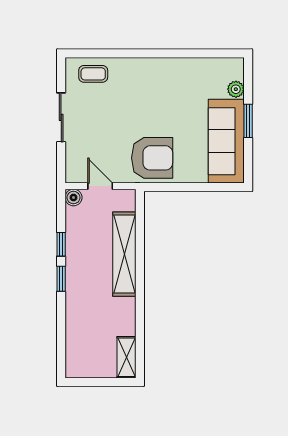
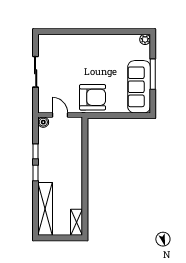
coffee table: (93, 74) -> (56, 45), removed
plant: (236, 89) -> (145, 39), moved
window: (248, 121) -> (153, 74), width x1.44
shelving: (124, 254) -> (45, 209), moved

